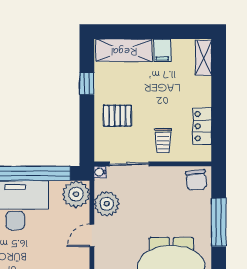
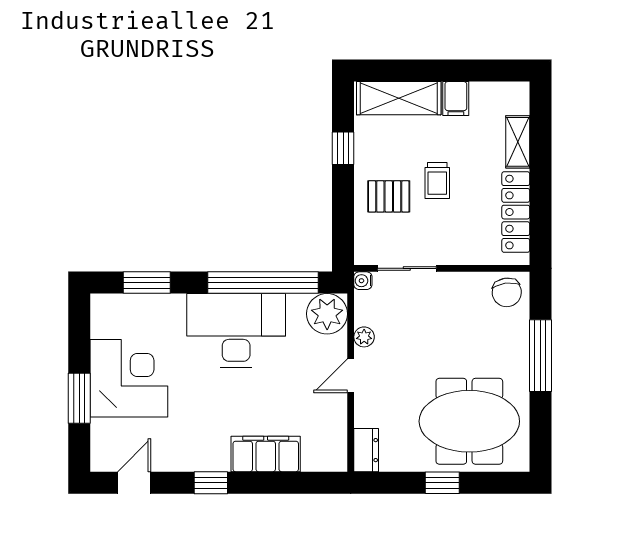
shelving: (204, 58) -> (518, 142), moved
locker: (202, 126) -> (516, 212), width x1.53
trolley: (163, 141) -> (437, 180), moved
plant: (107, 204) -> (364, 337), width x0.53, depth x0.53

